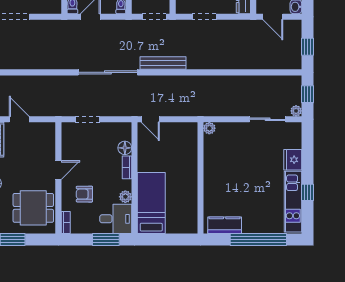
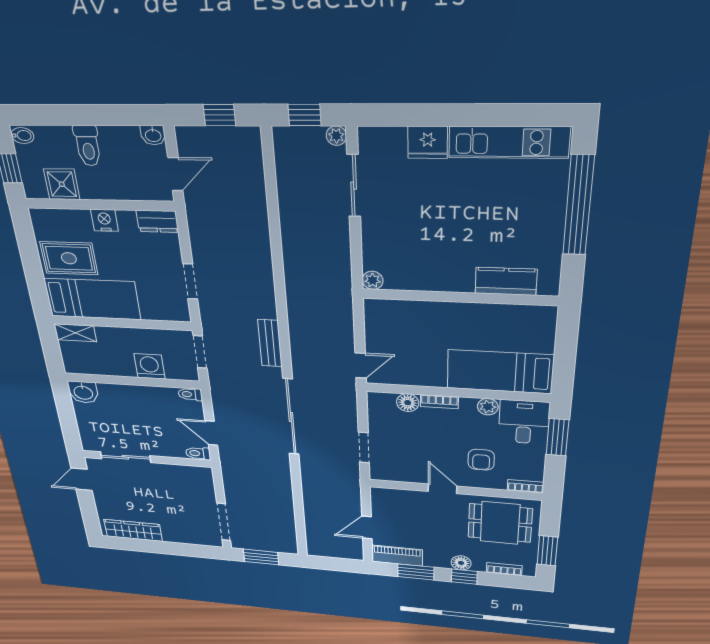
bench: (163, 63) -> (270, 343), width x0.73
window: (307, 192) -> (491, 115), removed
dining table: (33, 208) -> (500, 523), turned 90
kitchen counter: (225, 225) -> (506, 281), moved, turned 90

